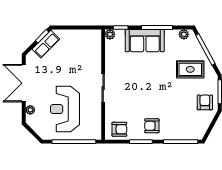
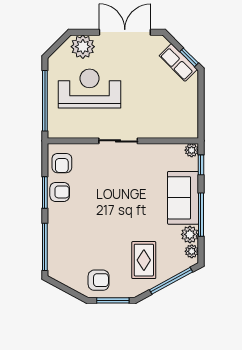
plant: (172, 36) -> (190, 234), added
plant: (30, 110) -> (83, 47), width x1.88, depth x1.88
armchair: (152, 126) -> (60, 192), moved, turned 90

